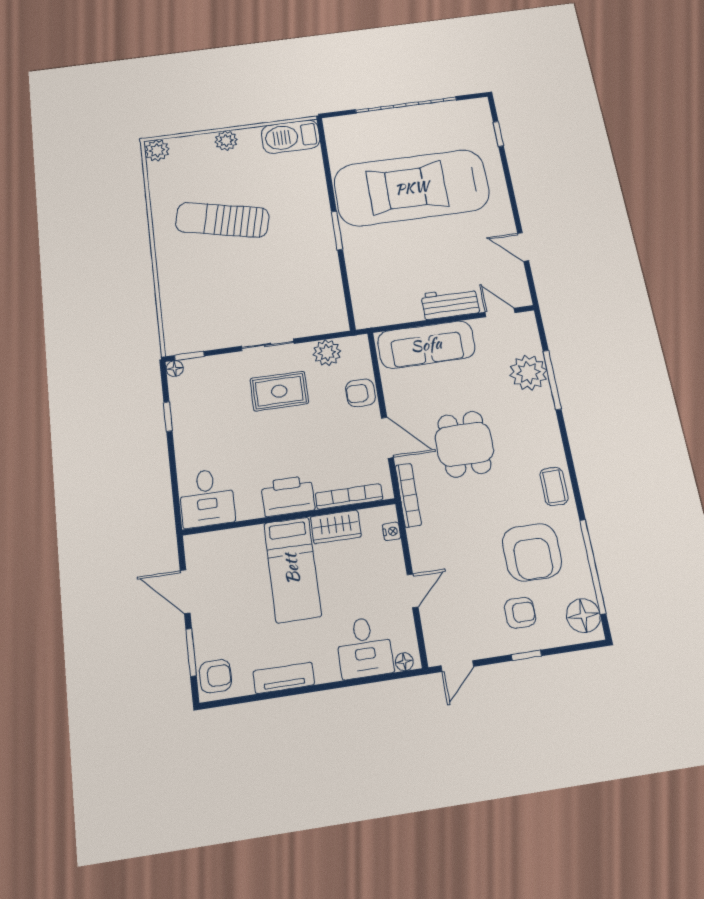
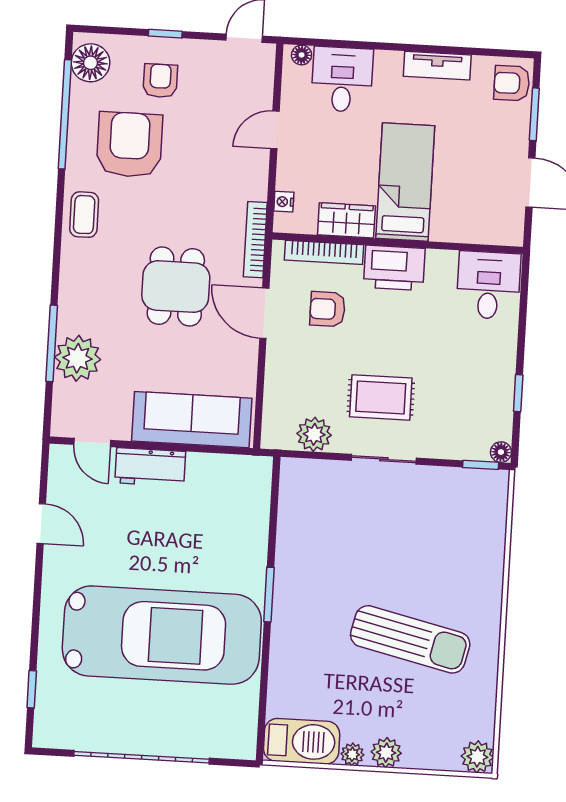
plant: (251, 135) -> (352, 754), added
armchair: (361, 393) -> (328, 309), moved, turned 180
armchair: (520, 613) -> (160, 81), turned 90

